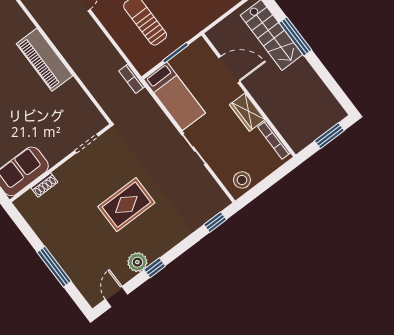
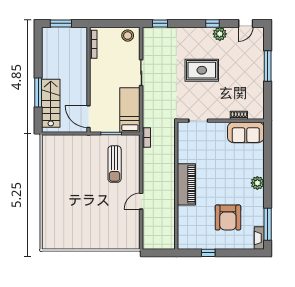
door: (229, 70) -> (89, 117), moved
wardrobe: (247, 112) -> (96, 71), removed

